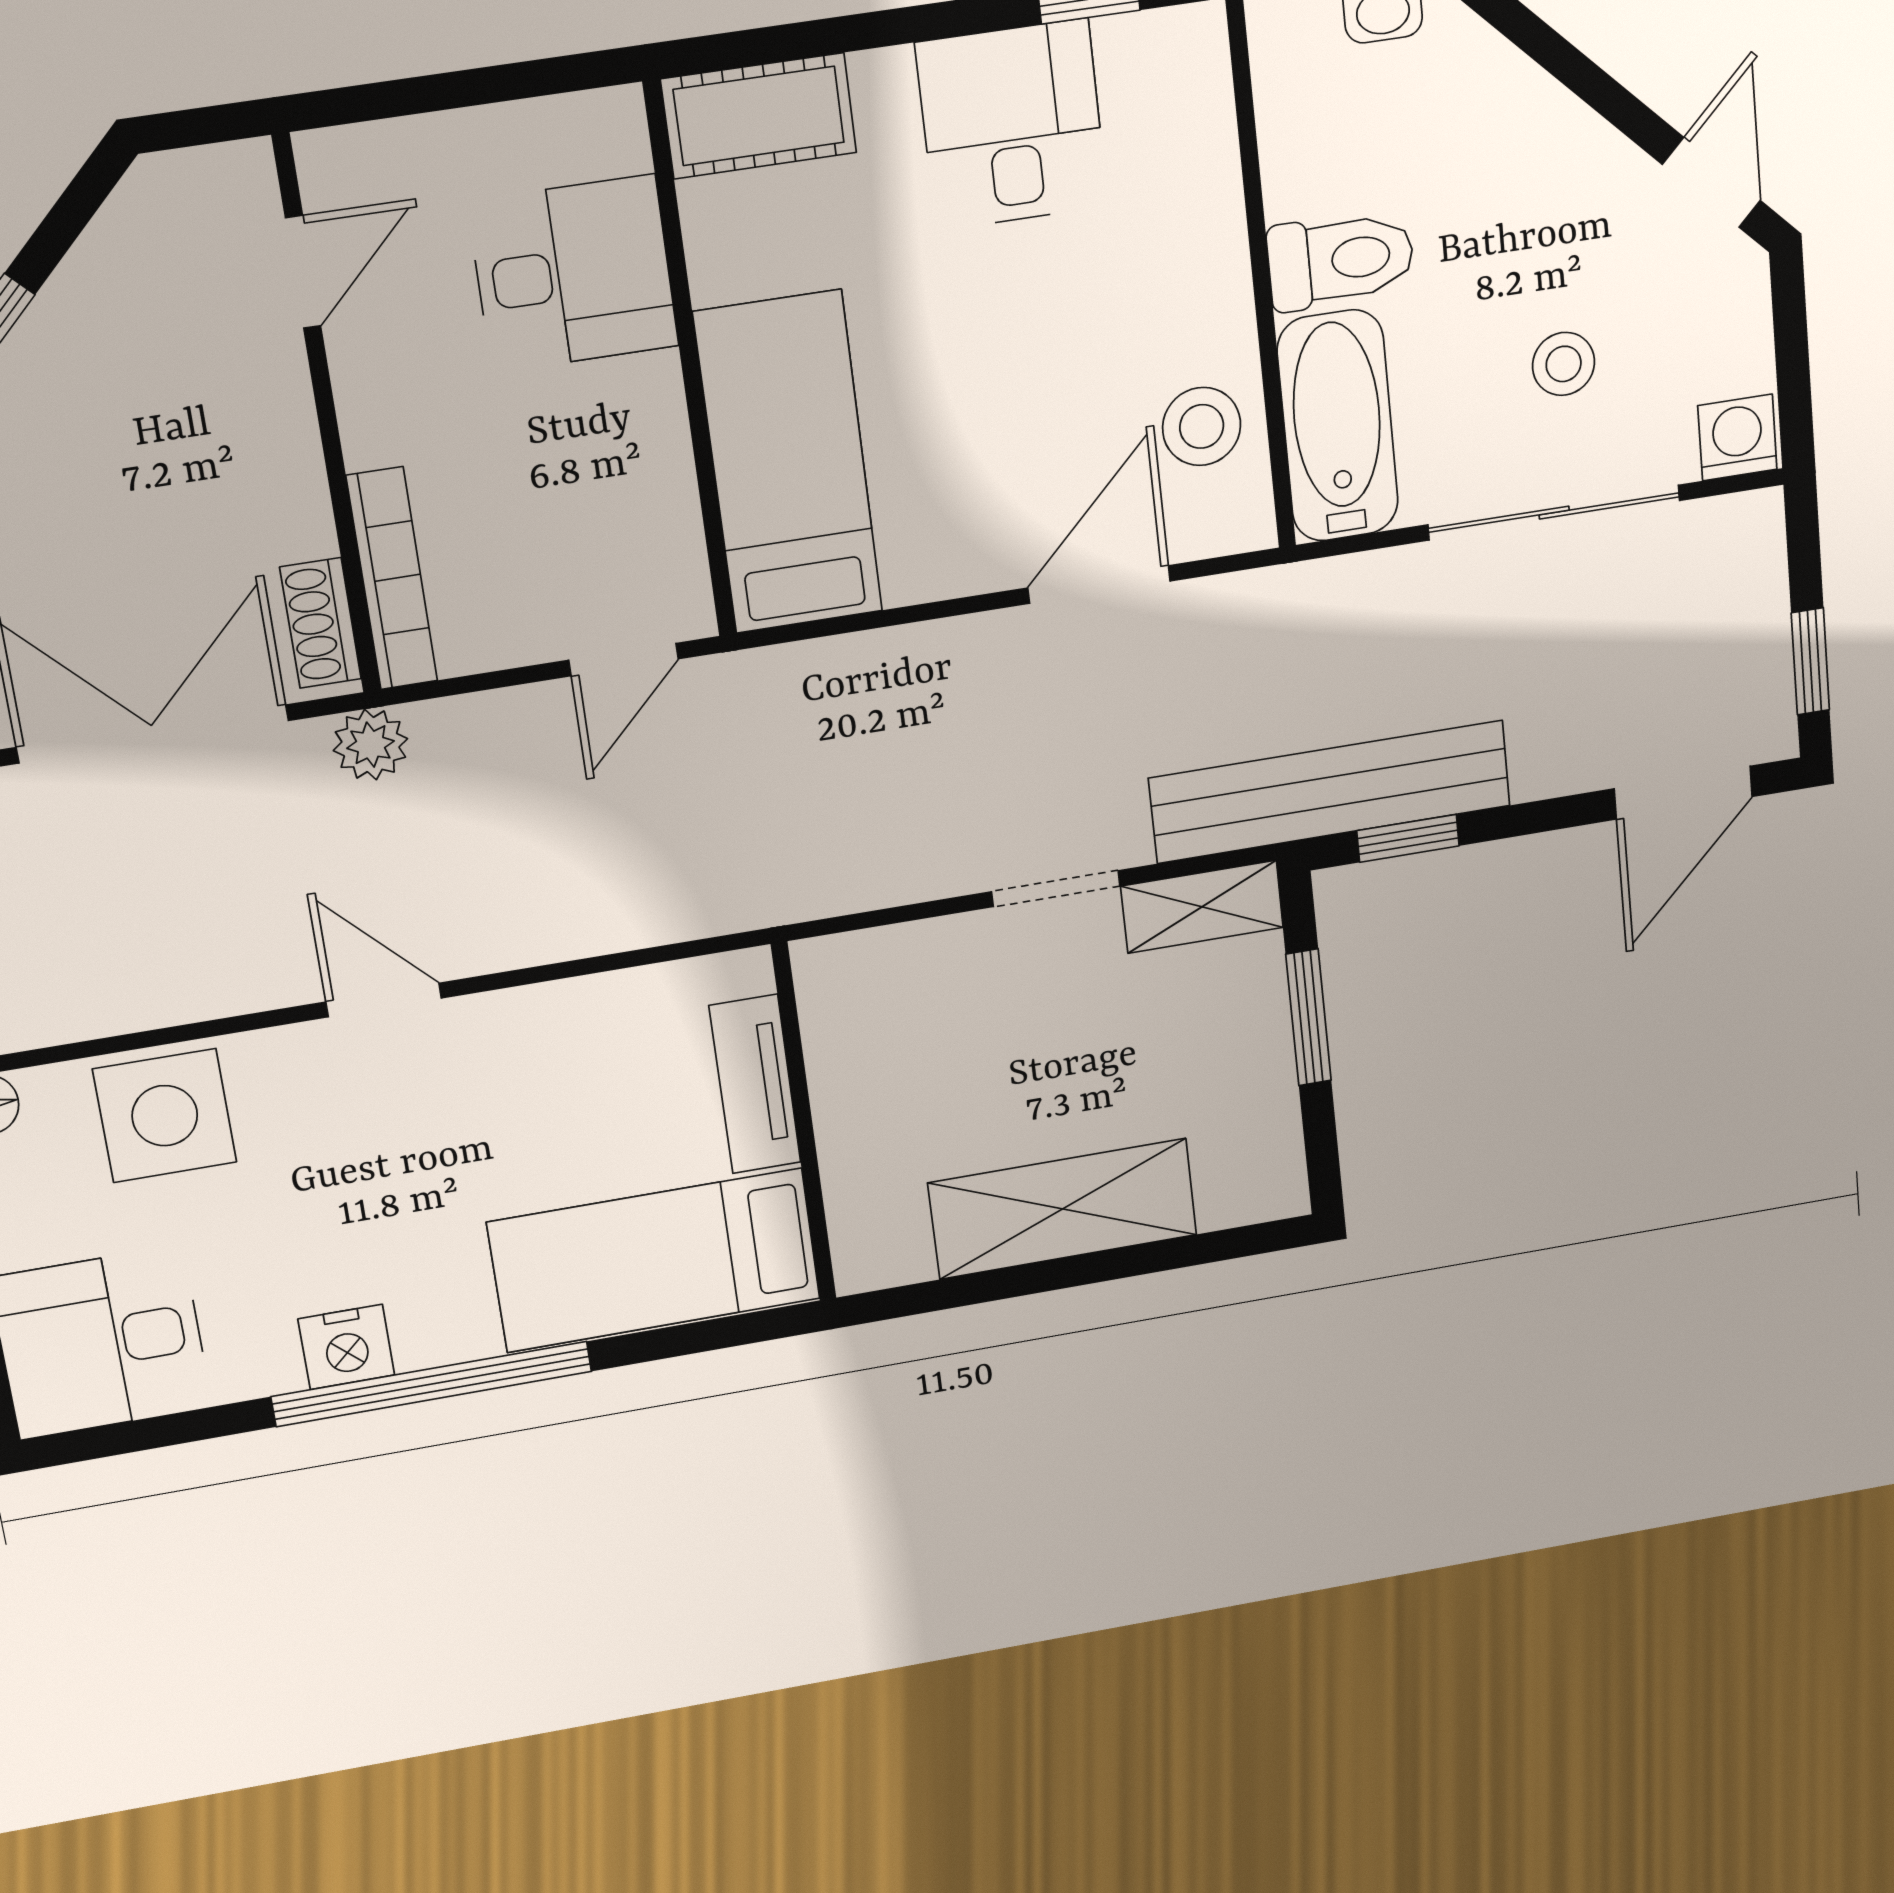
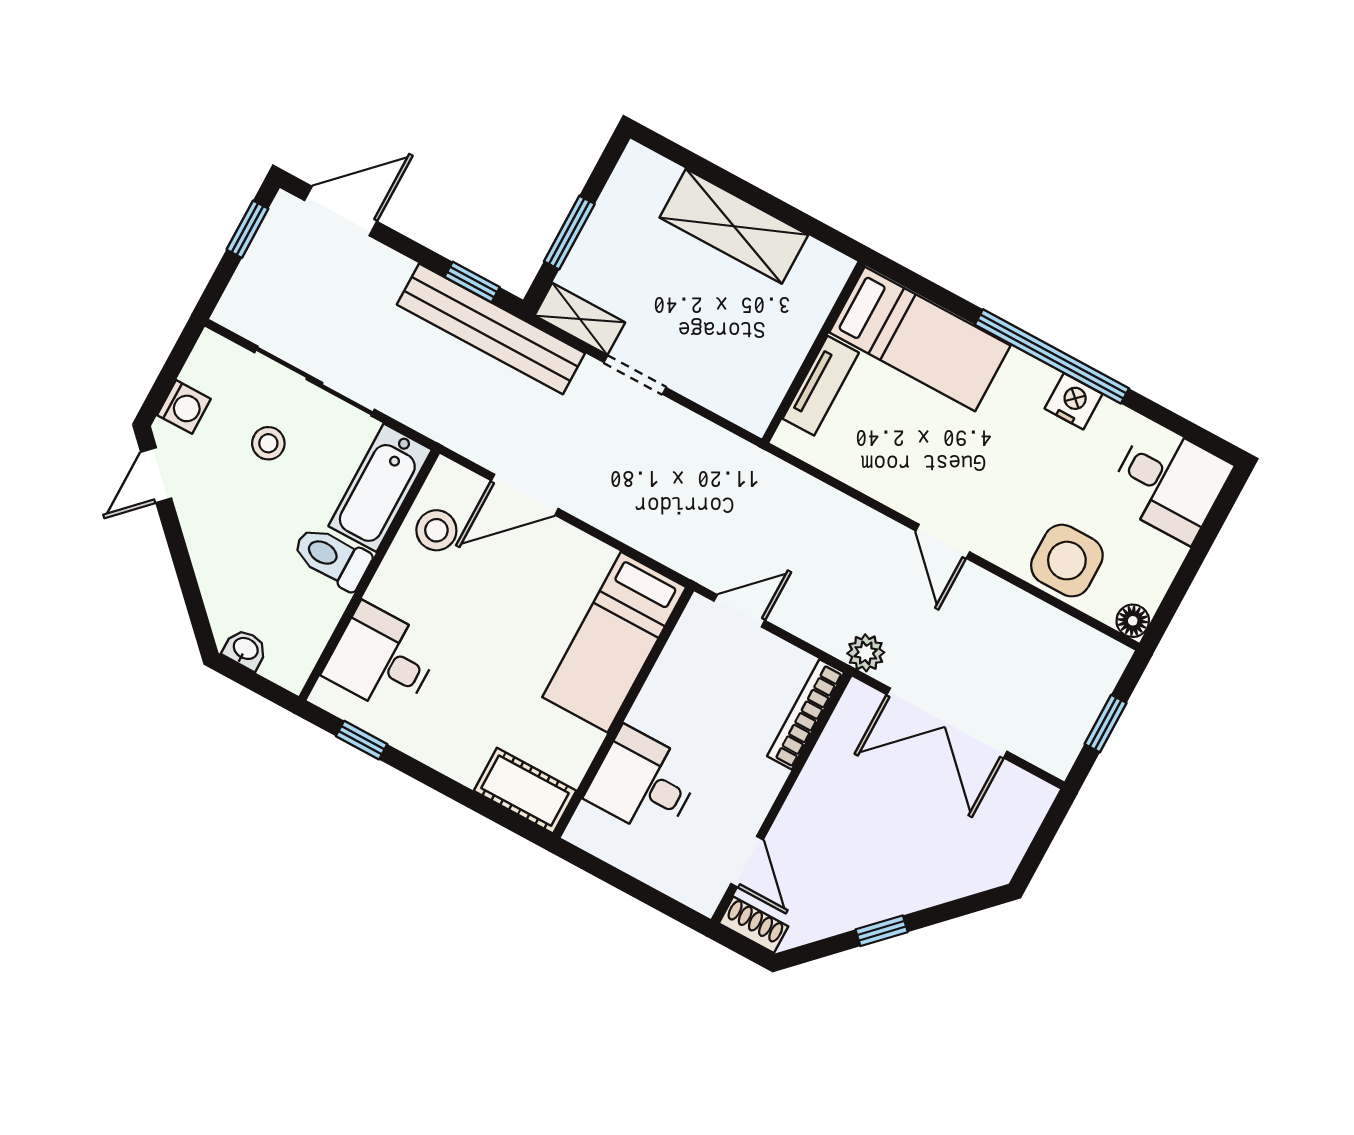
desk: (1012, 125) -> (382, 659), moved, turned 90
door: (303, 272) -> (747, 862), swing flipped
washing machine: (1737, 437) -> (184, 407), moved, turned -90
shoe rack: (320, 623) -> (754, 925), moved, turned -90

